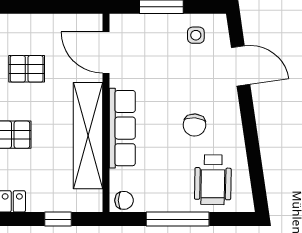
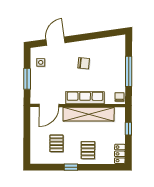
wheelchair: (213, 180) -> (110, 55), removed

